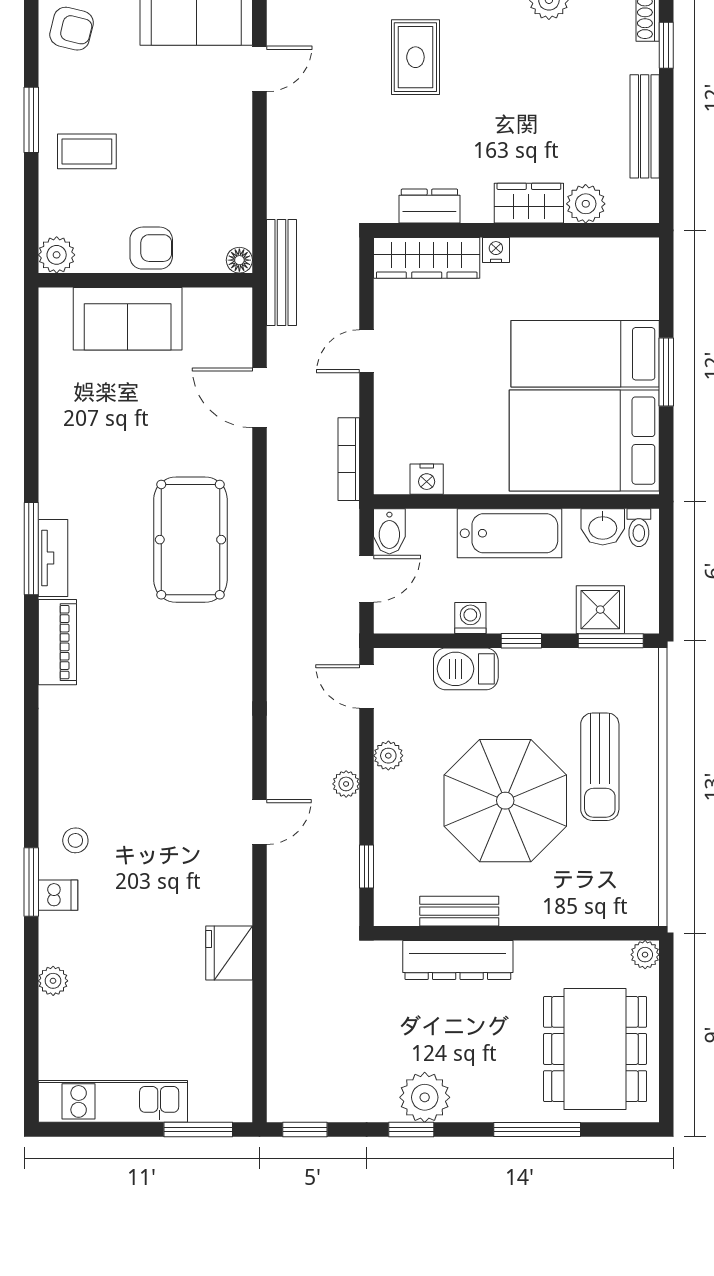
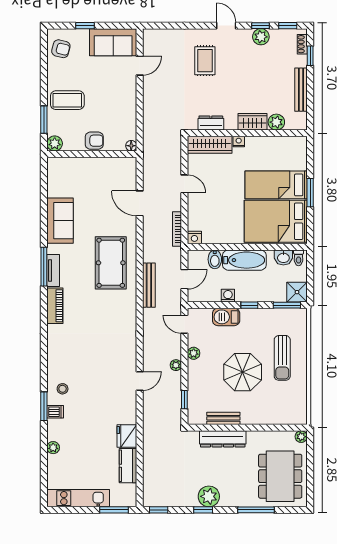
window: (31, 120) -> (44, 120), moved
coffee table: (87, 151) -> (67, 100), width x1.36, depth x1.30
bench: (282, 273) -> (149, 285), moved
sofa: (128, 319) -> (60, 221), moved, turned -90
door: (367, 351) -> (184, 184), swing flipped
nightstand: (427, 479) -> (194, 237), moved
bidet: (389, 531) -> (215, 259), moved
shower: (600, 610) -> (297, 292), moved
parasol: (505, 801) -> (243, 372), width x0.73, depth x0.73
kitchen counter: (232, 1024) -> (128, 466), added

